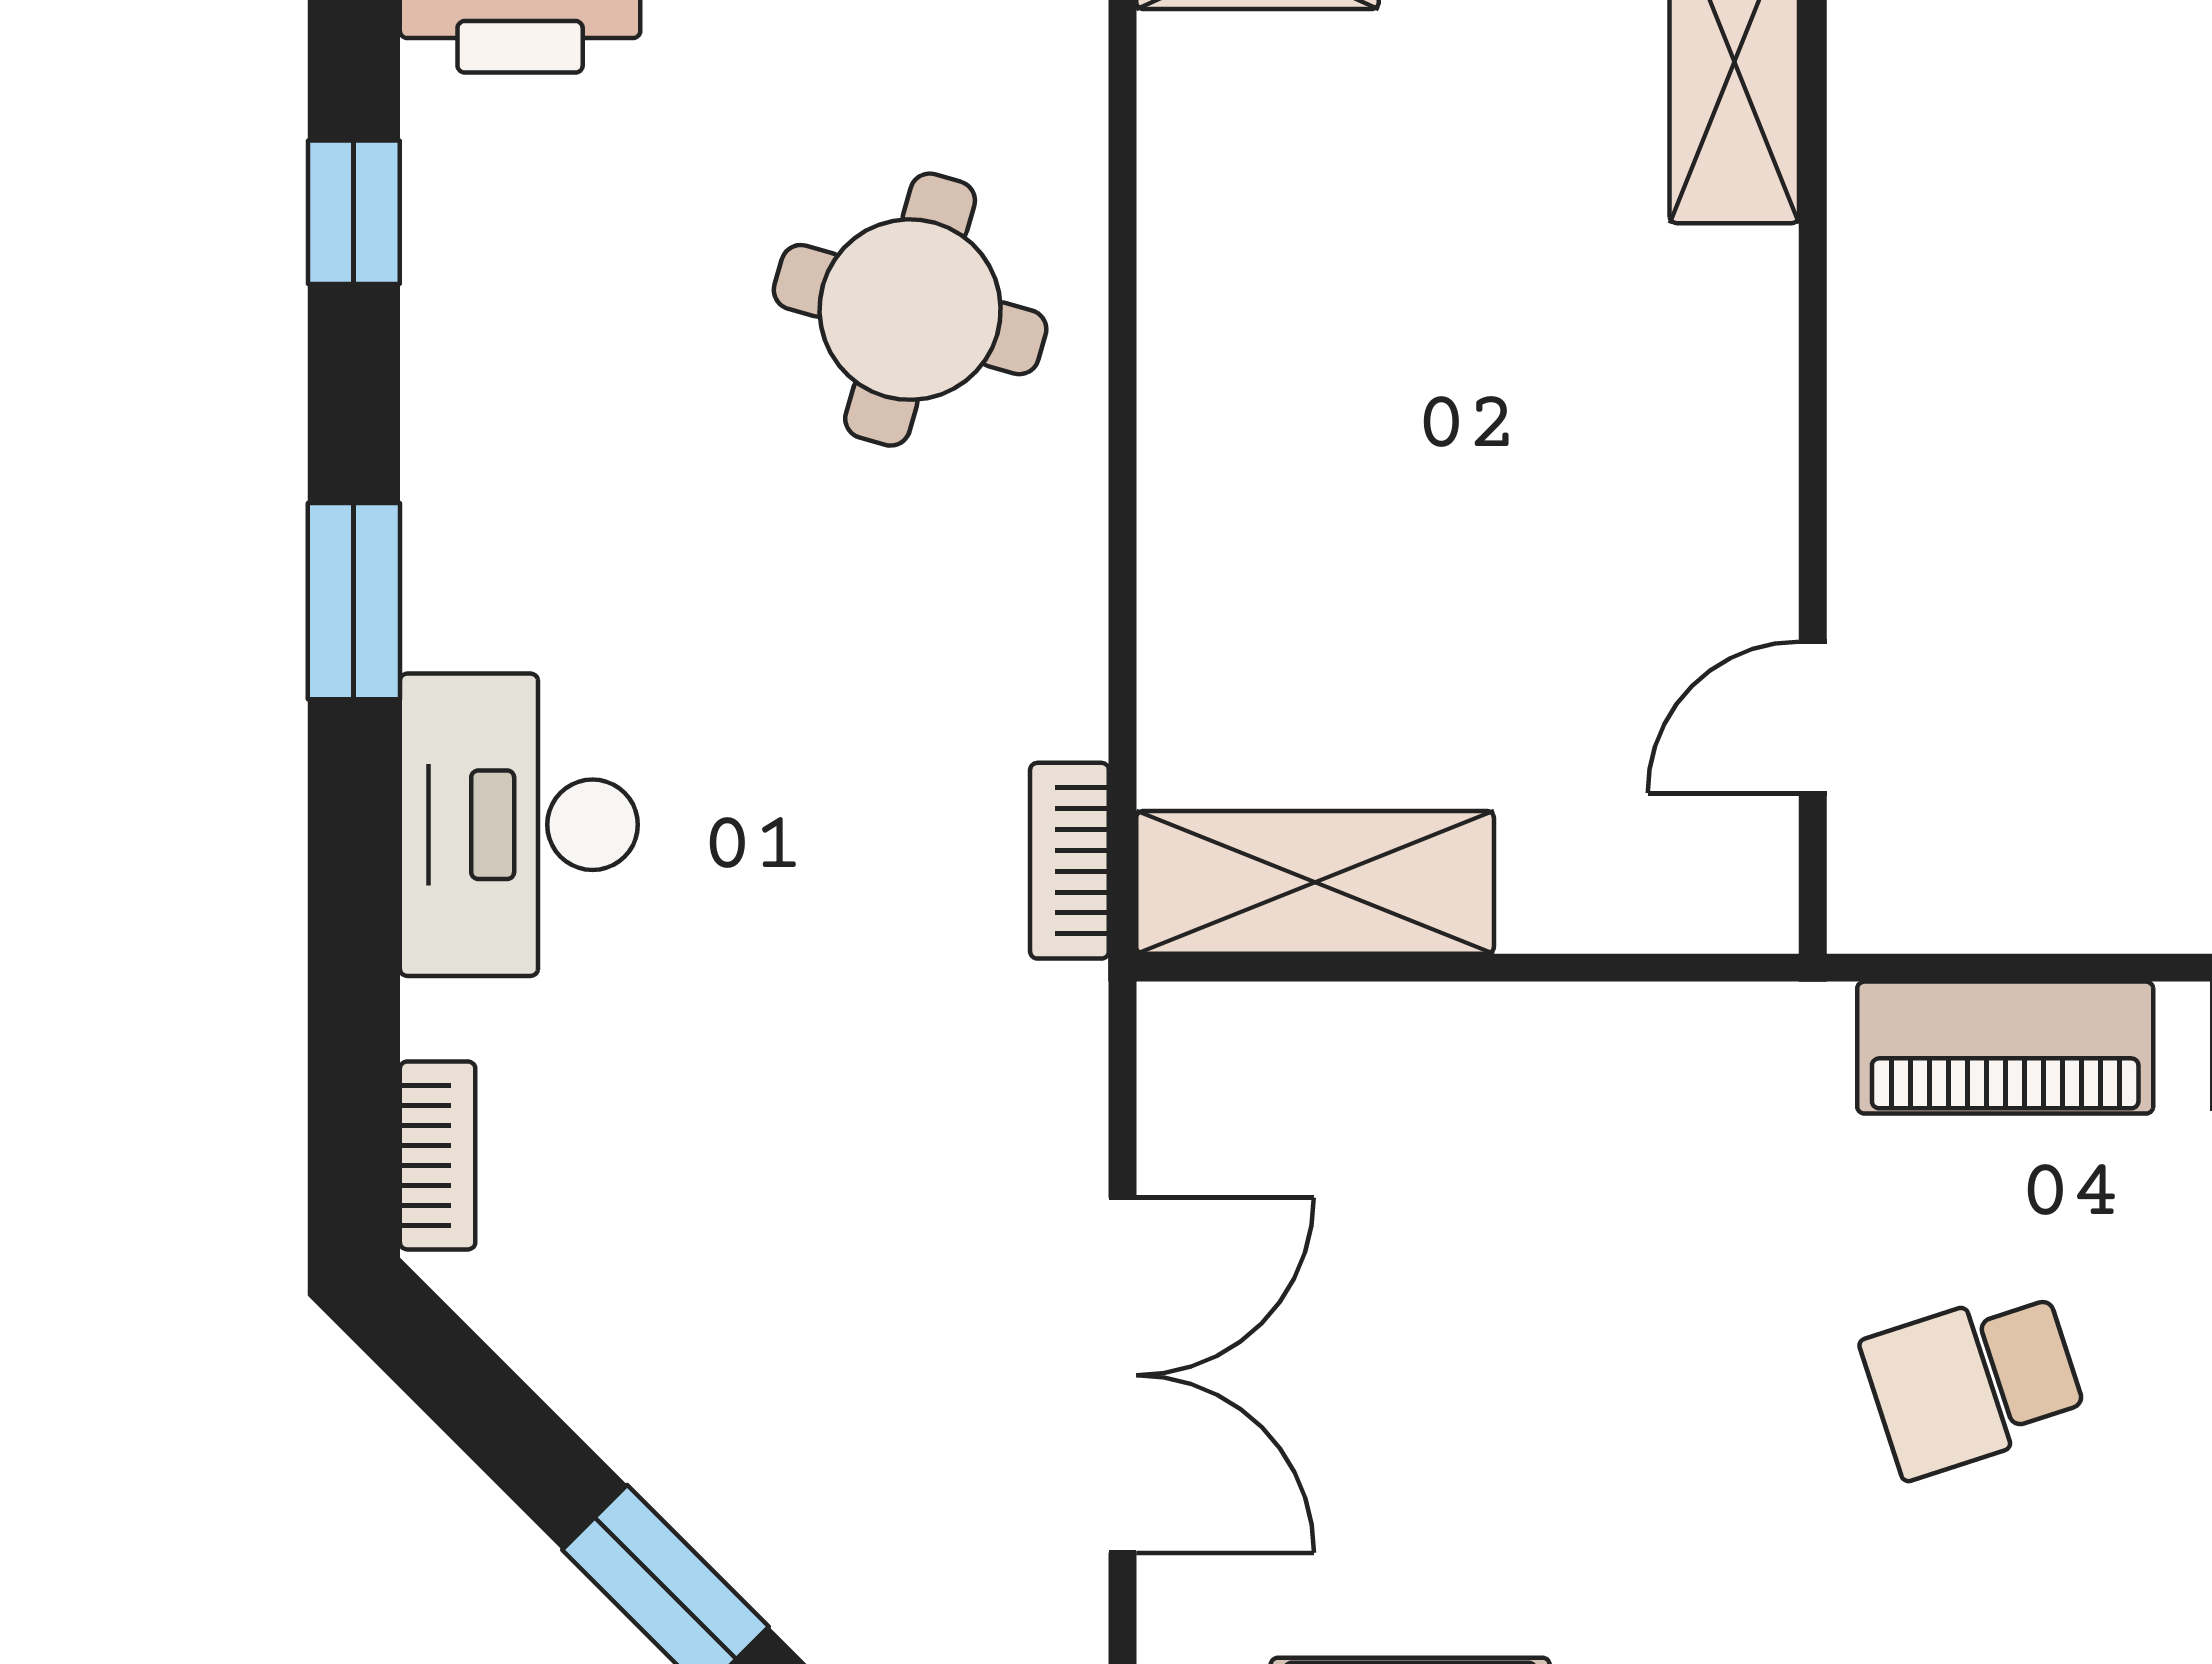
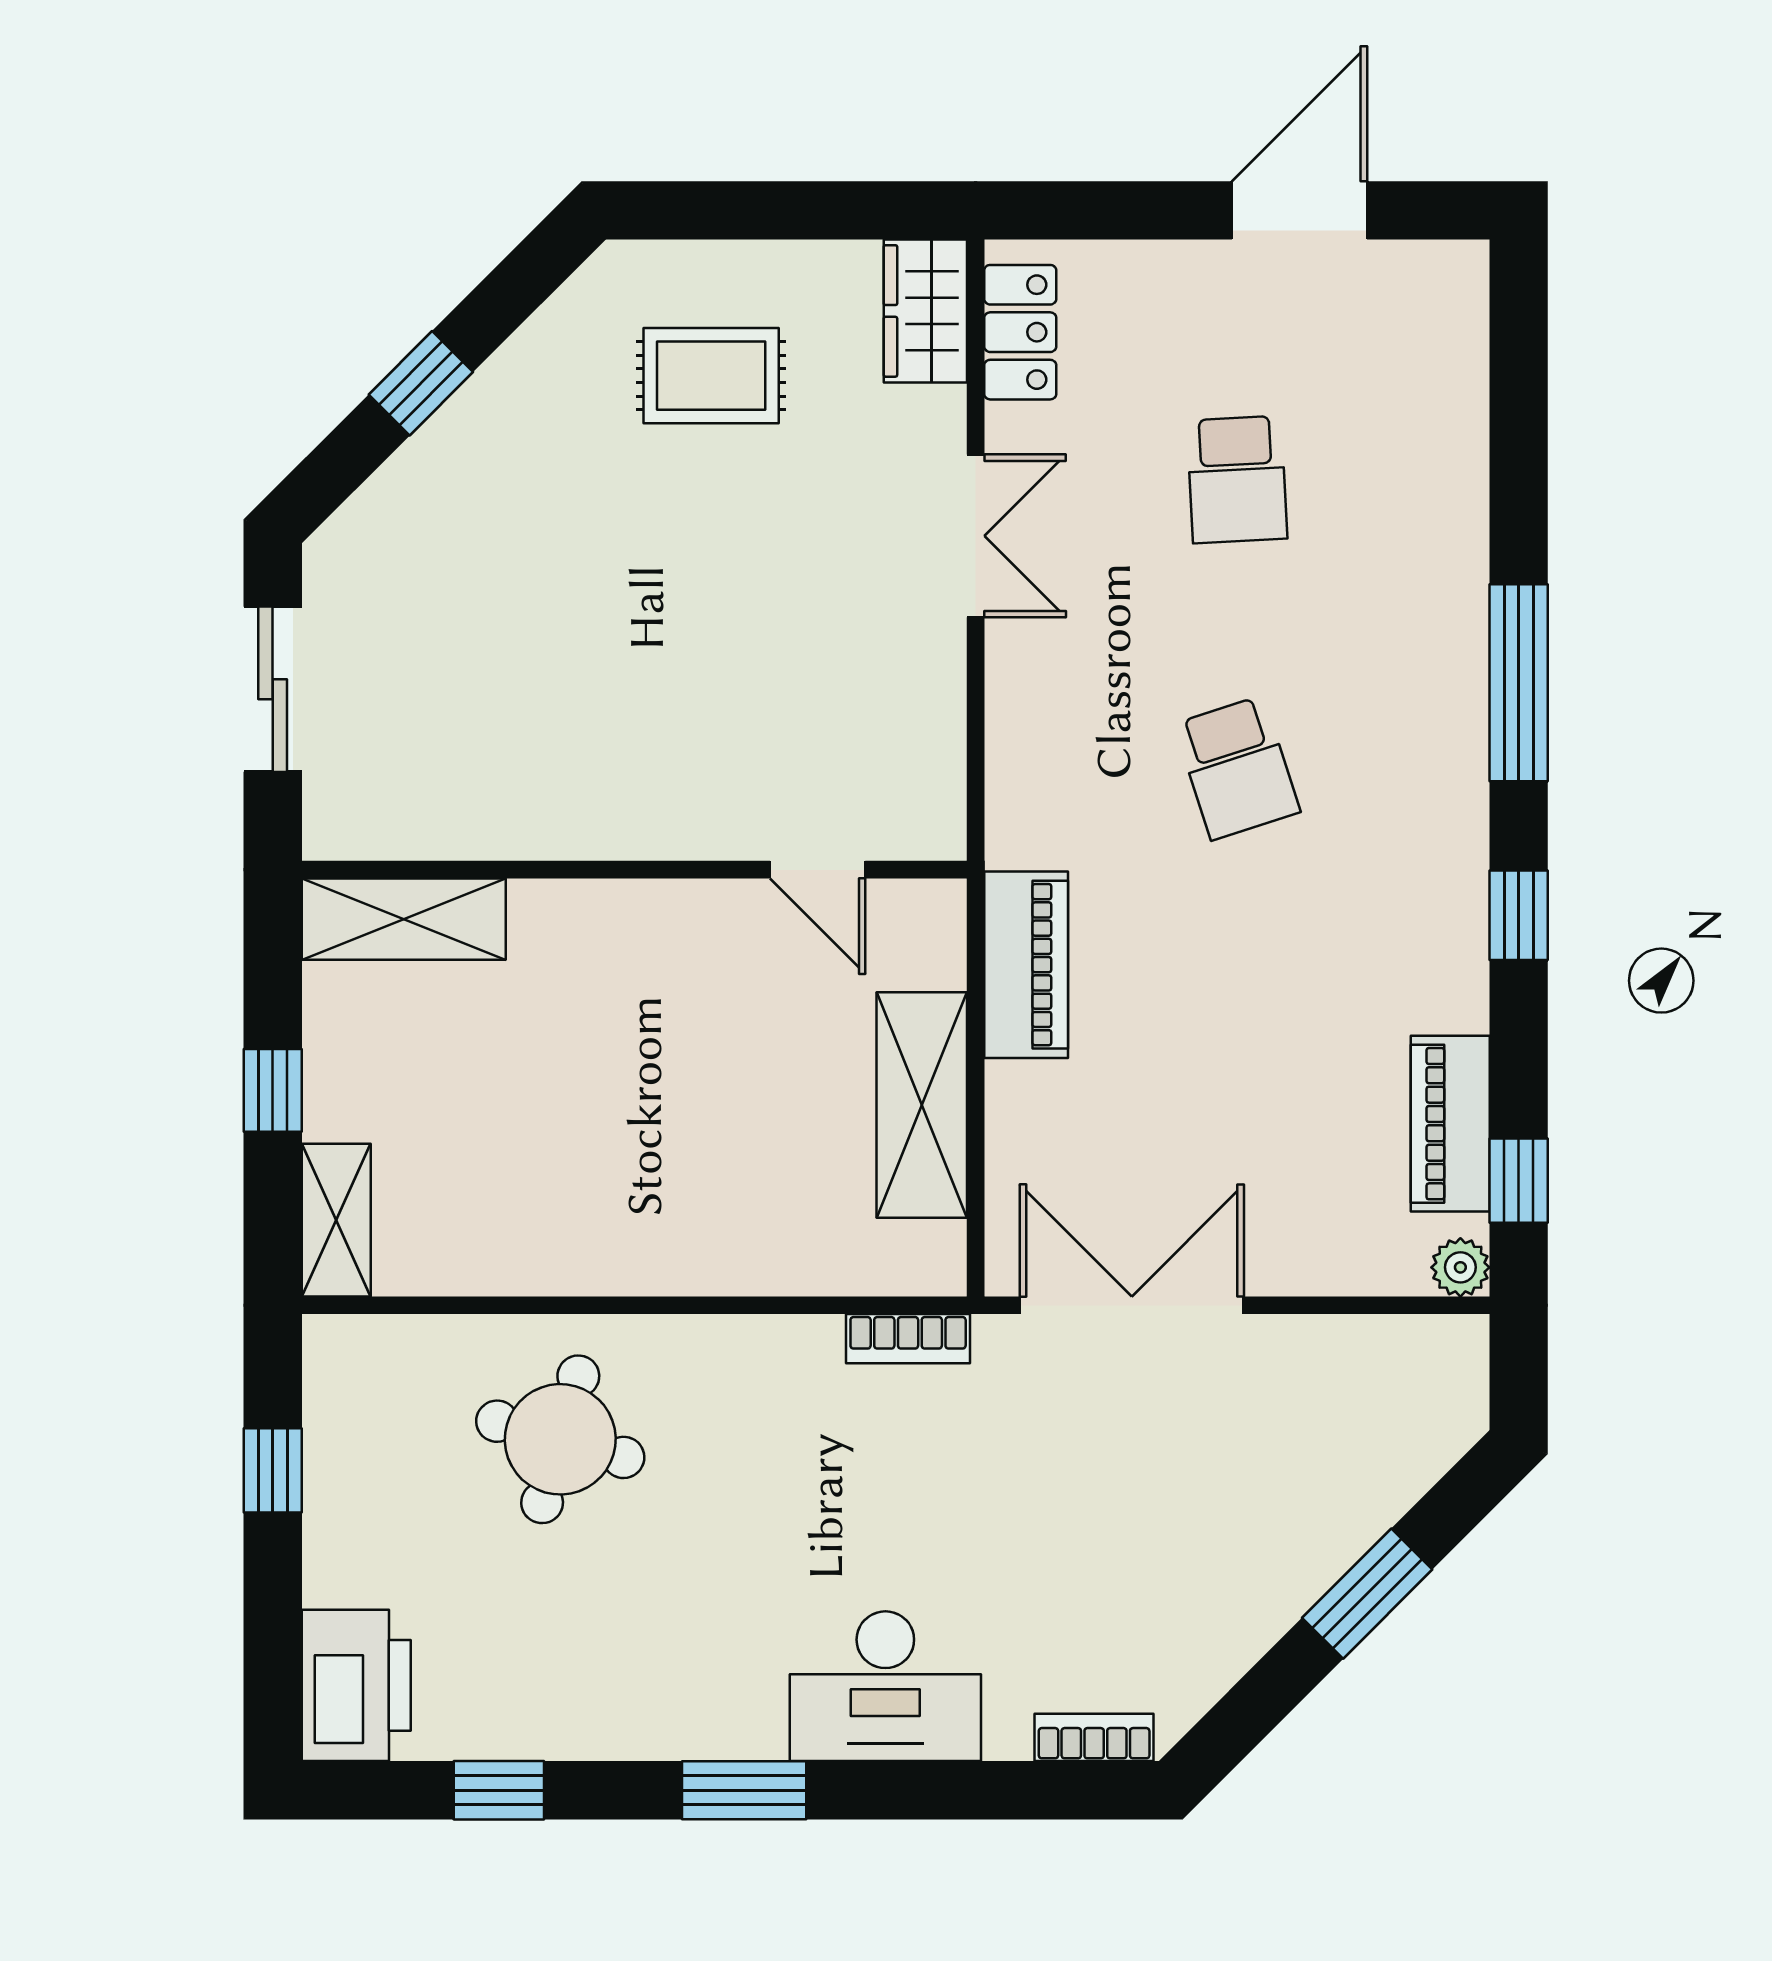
shelving: (1315, 882) -> (922, 1105), moved
piano: (2005, 1048) -> (1026, 965), moved
double door: (1122, 1375) -> (1132, 1305), moved

